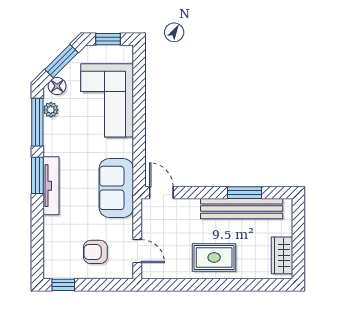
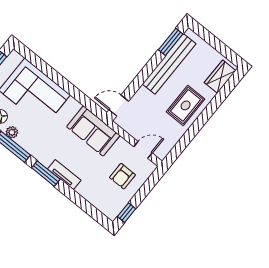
tv unit: (51, 186) -> (64, 175), width x0.71
window: (245, 193) -> (171, 42), moved
wardrobe: (282, 255) -> (220, 77), moved, turned 90

